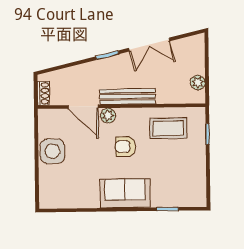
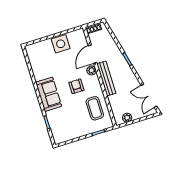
double door: (149, 45) -> (149, 96), moved

